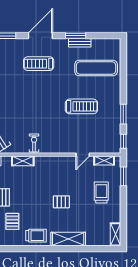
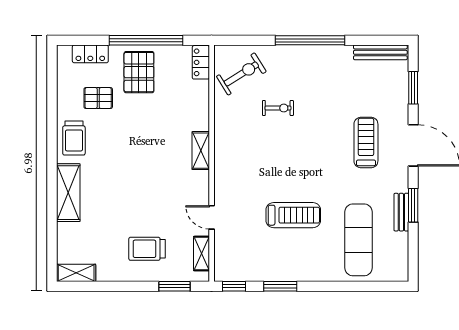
treadmill: (81, 106) -> (293, 215), turned -90
exercise bike: (34, 143) -> (278, 108), moved
shelving: (23, 161) -> (201, 151), moved
trolley: (101, 193) -> (147, 249), turned 180
pallet: (61, 202) -> (131, 181), removed

